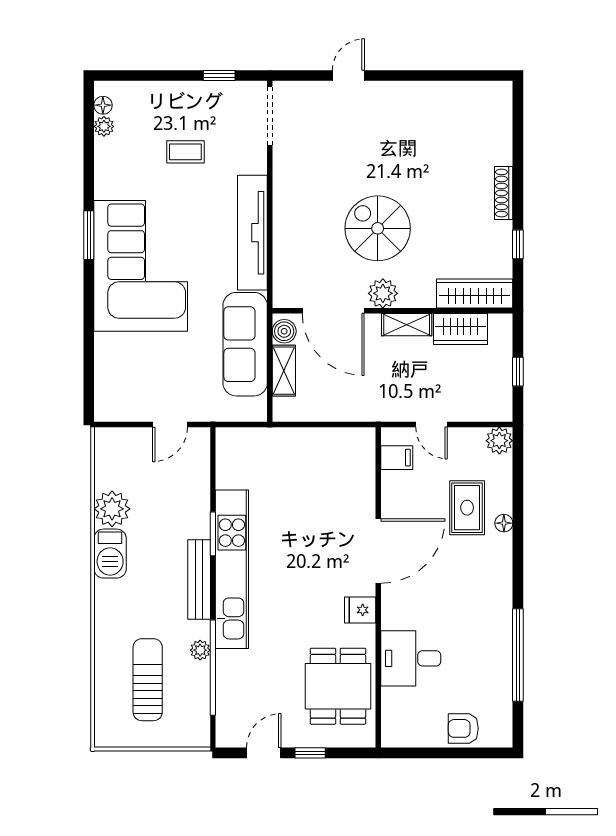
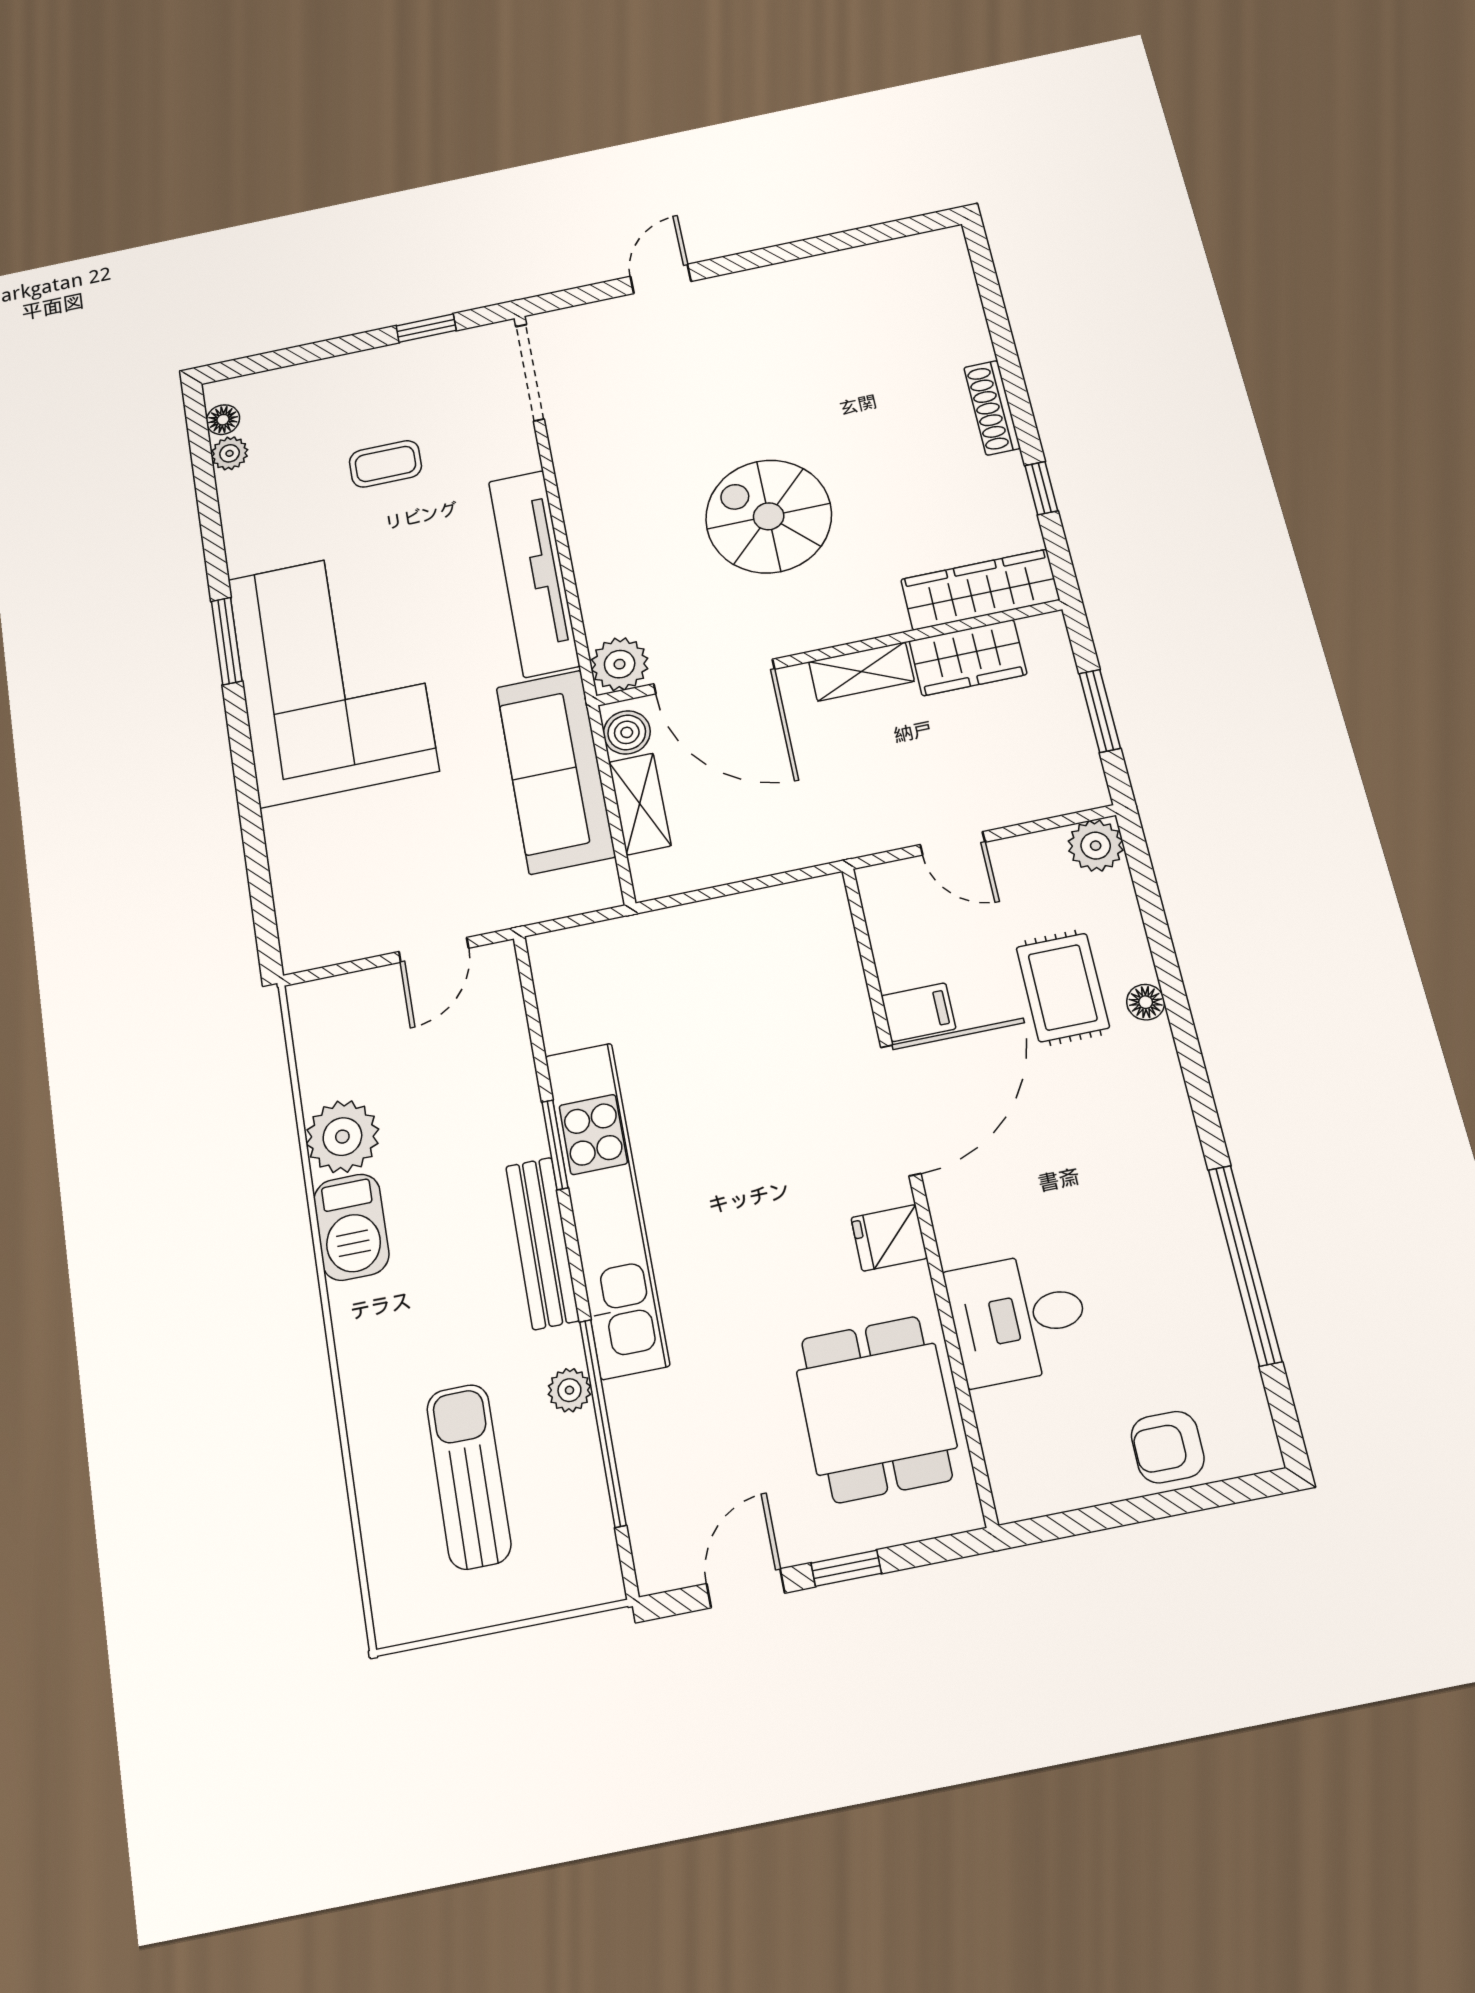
plant: (383, 293) -> (620, 664), moved
window: (518, 372) -> (1100, 711), width x1.50
filing cabinet: (397, 458) -> (918, 1012), moved

